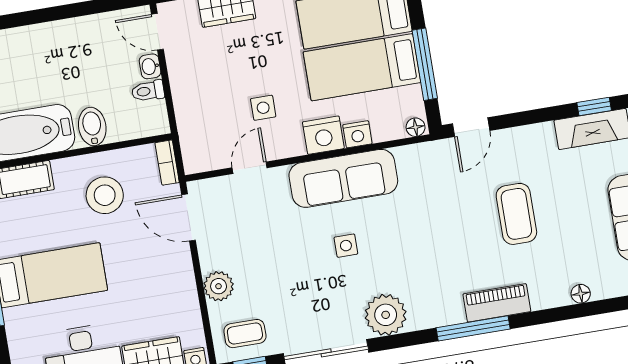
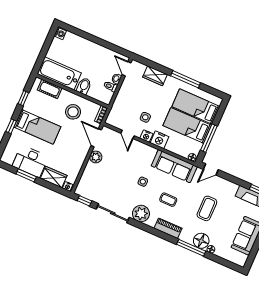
nightstand: (357, 134) -> (146, 136), moved
door: (250, 168) -> (128, 134), swing flipped
sofa: (343, 178) -> (174, 166), moved
plant: (219, 286) -> (96, 157), moved
floor lamp: (549, 289) -> (201, 241), added
piano: (497, 303) -> (168, 228), moved
window: (473, 328) -> (191, 248), moved
coffee table: (245, 334) -> (168, 200), moved

